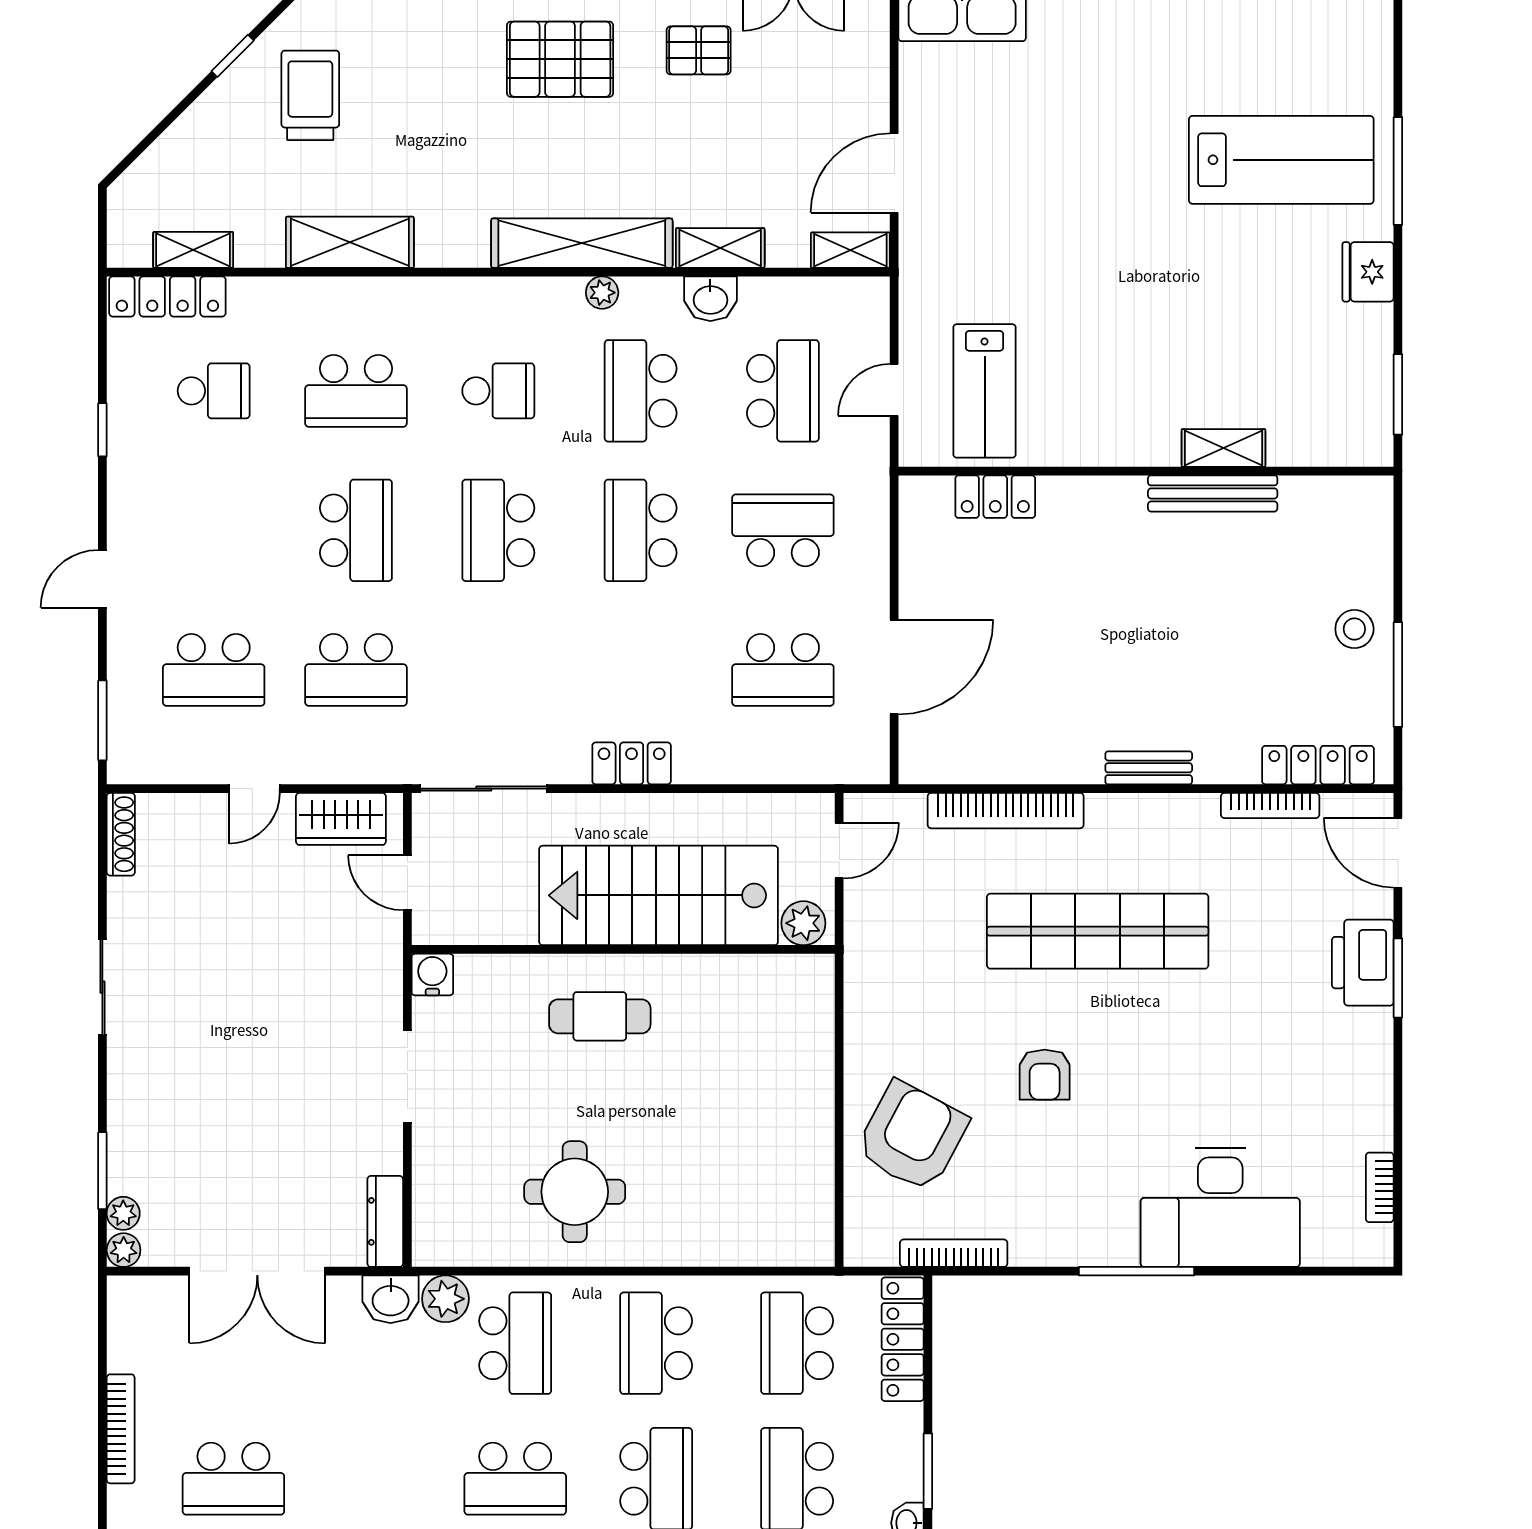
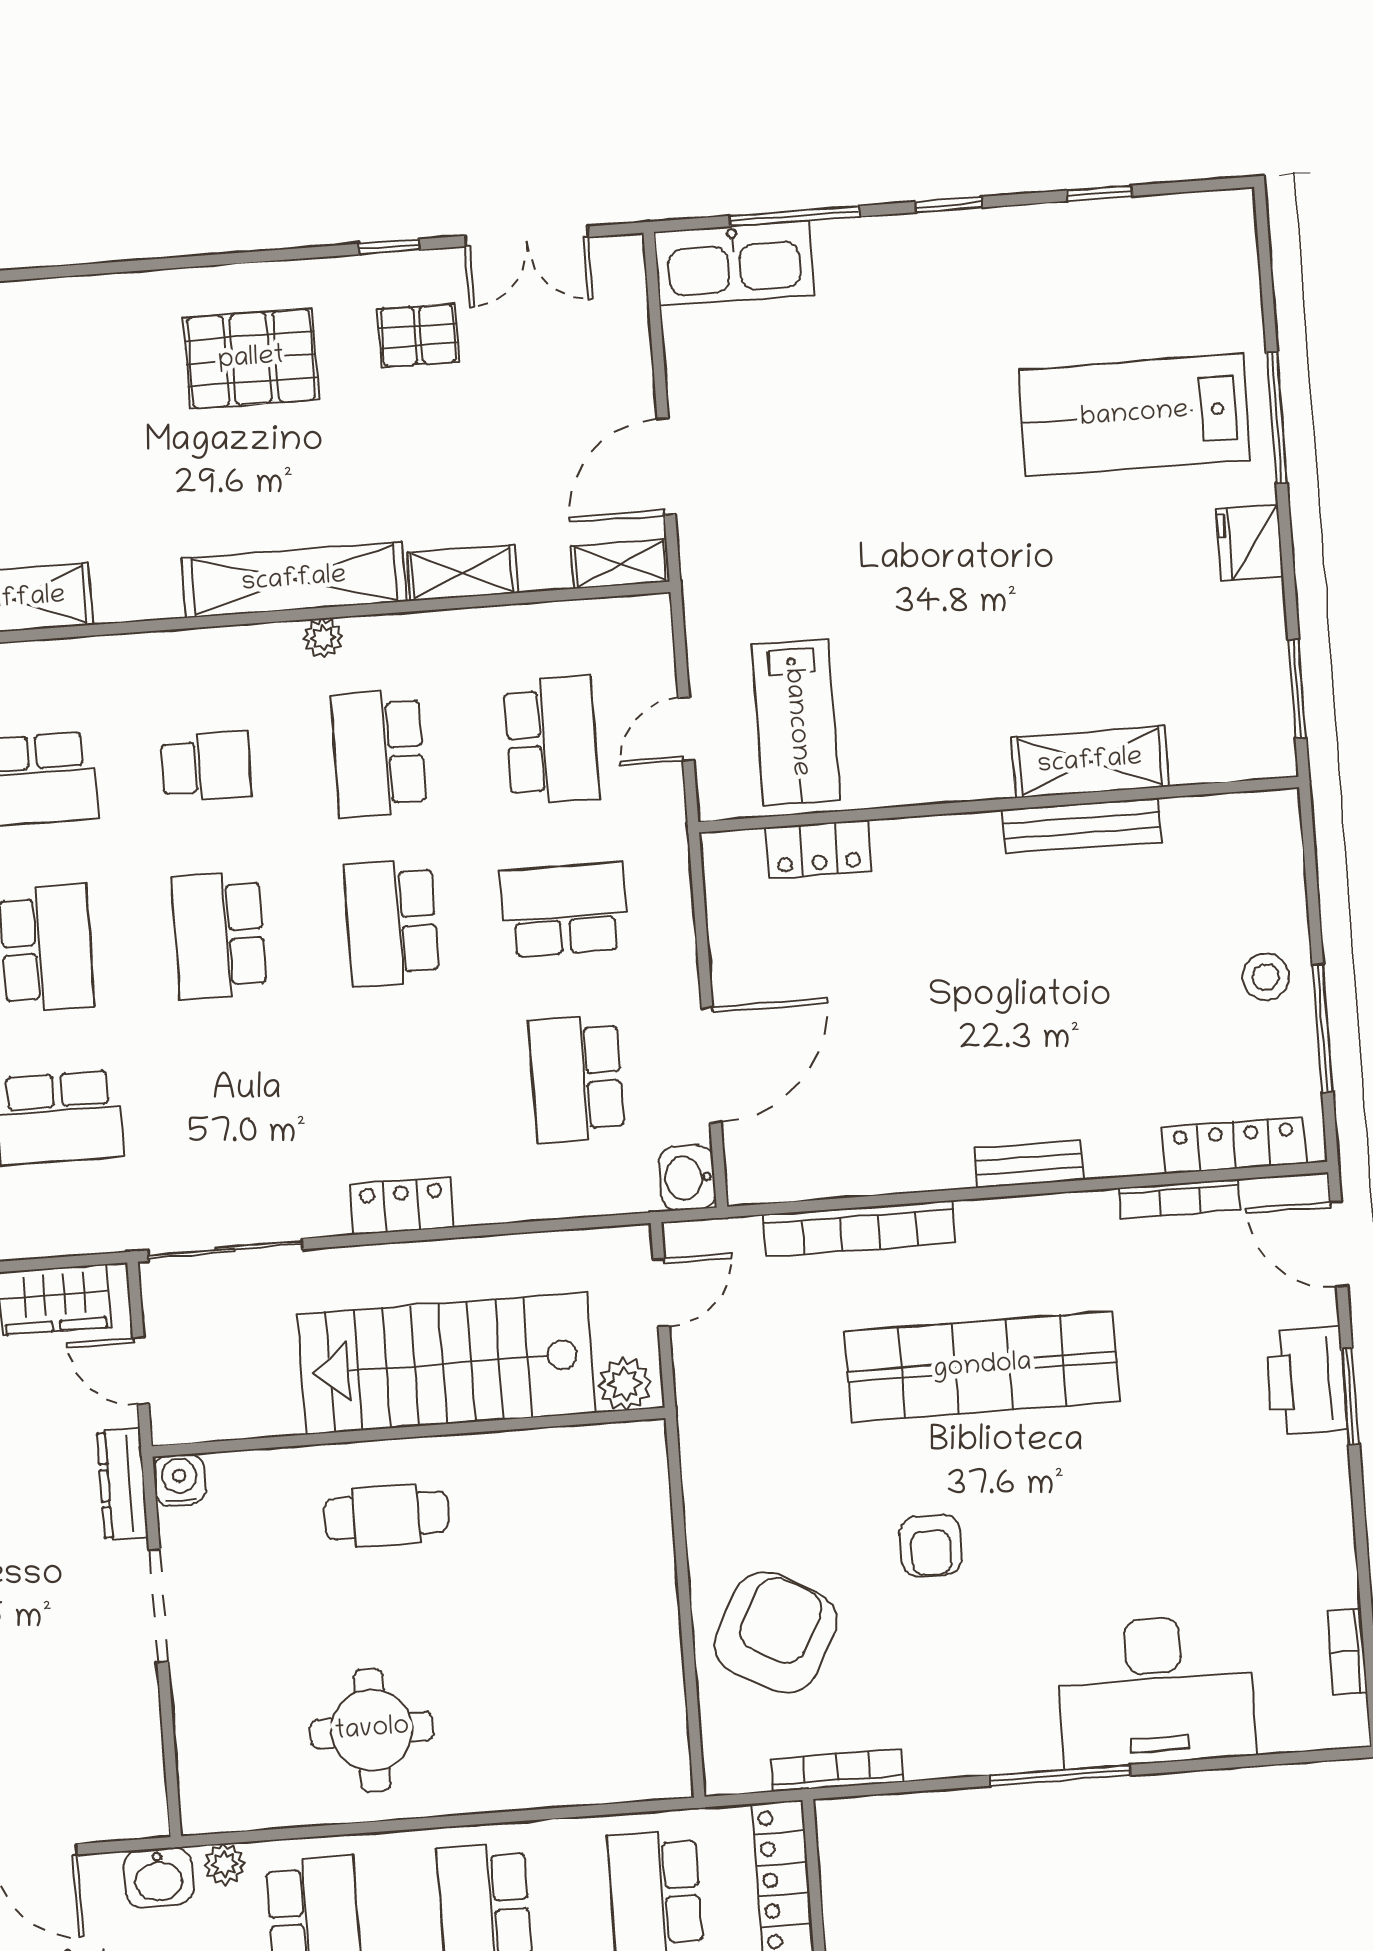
lab bench: (1281, 160) -> (1134, 415), turned 180
washbasin: (710, 299) -> (687, 1178), moved, turned 90
shelving: (1224, 448) -> (1090, 762), width x1.50, depth x1.33
school desk: (783, 670) -> (577, 1079), turned 90
dresser: (385, 1221) -> (122, 1484), moved
plant: (445, 1299) -> (224, 1864), width x0.73, depth x0.73

